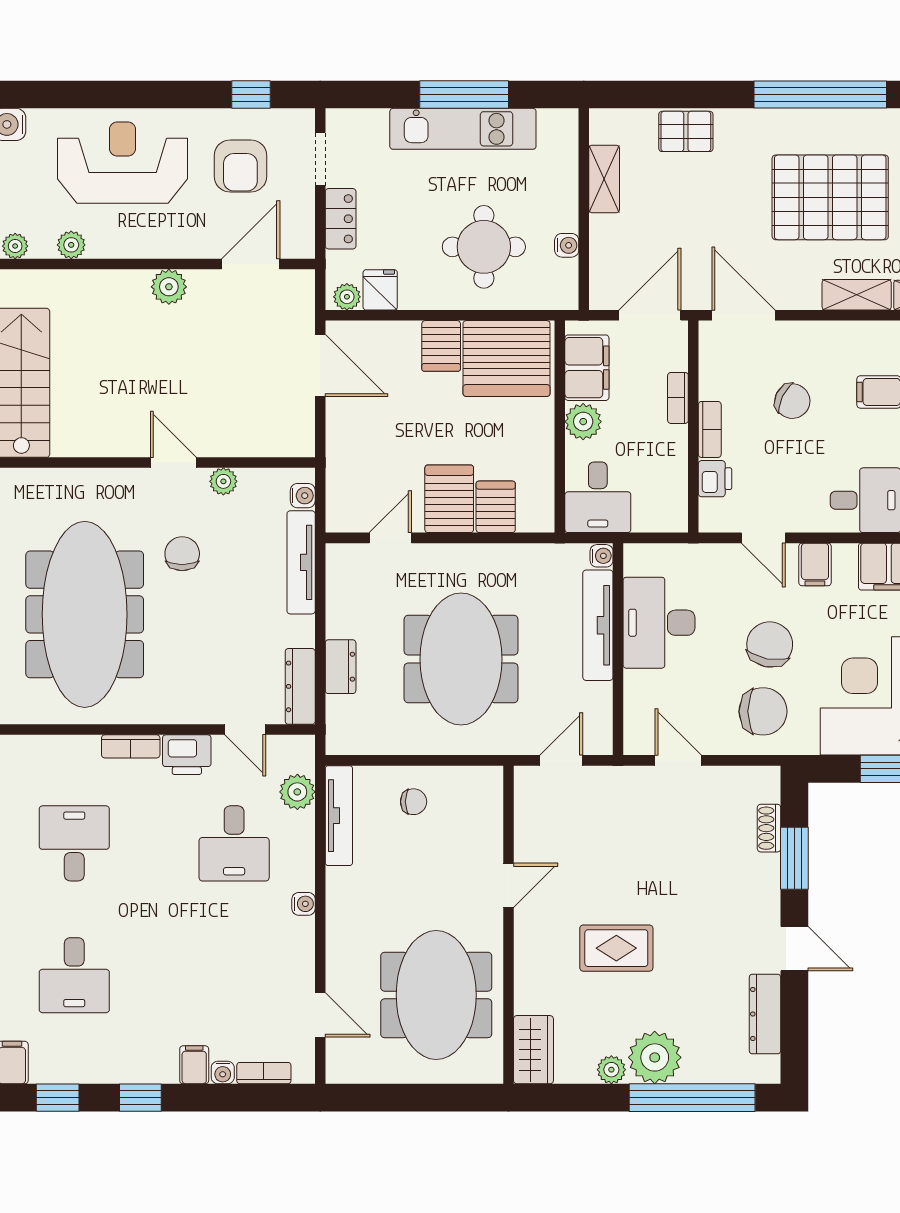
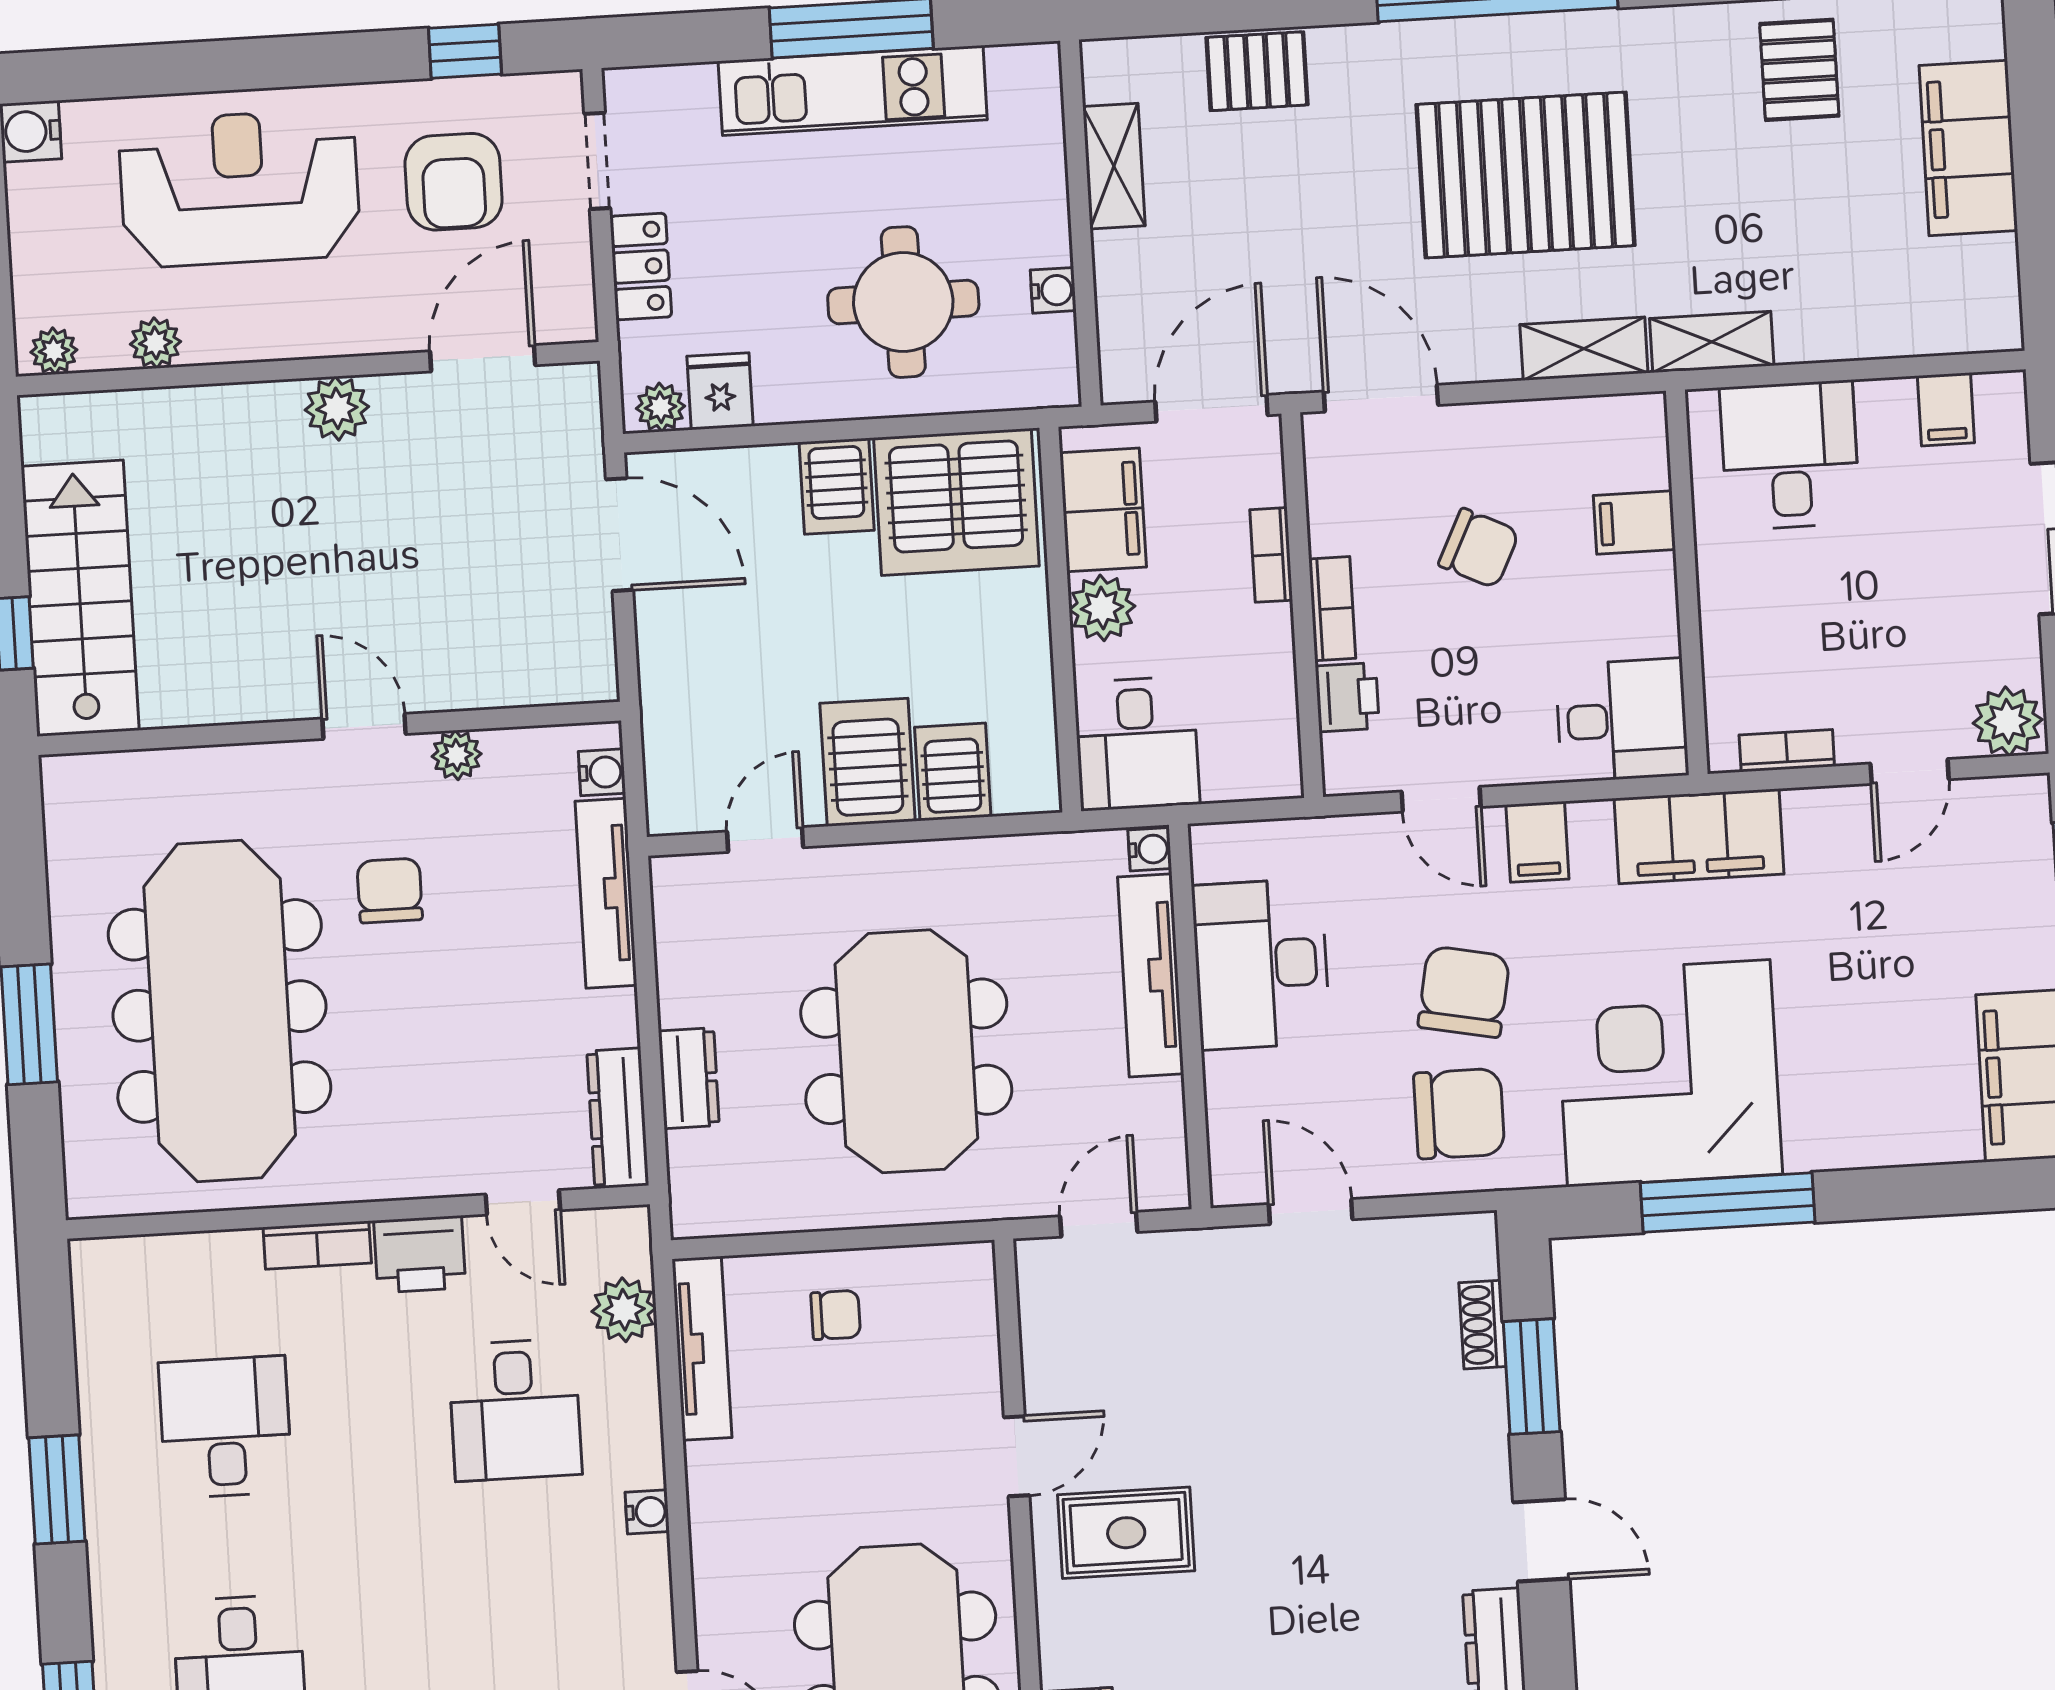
rug: (616, 948) -> (1126, 1533), moved

